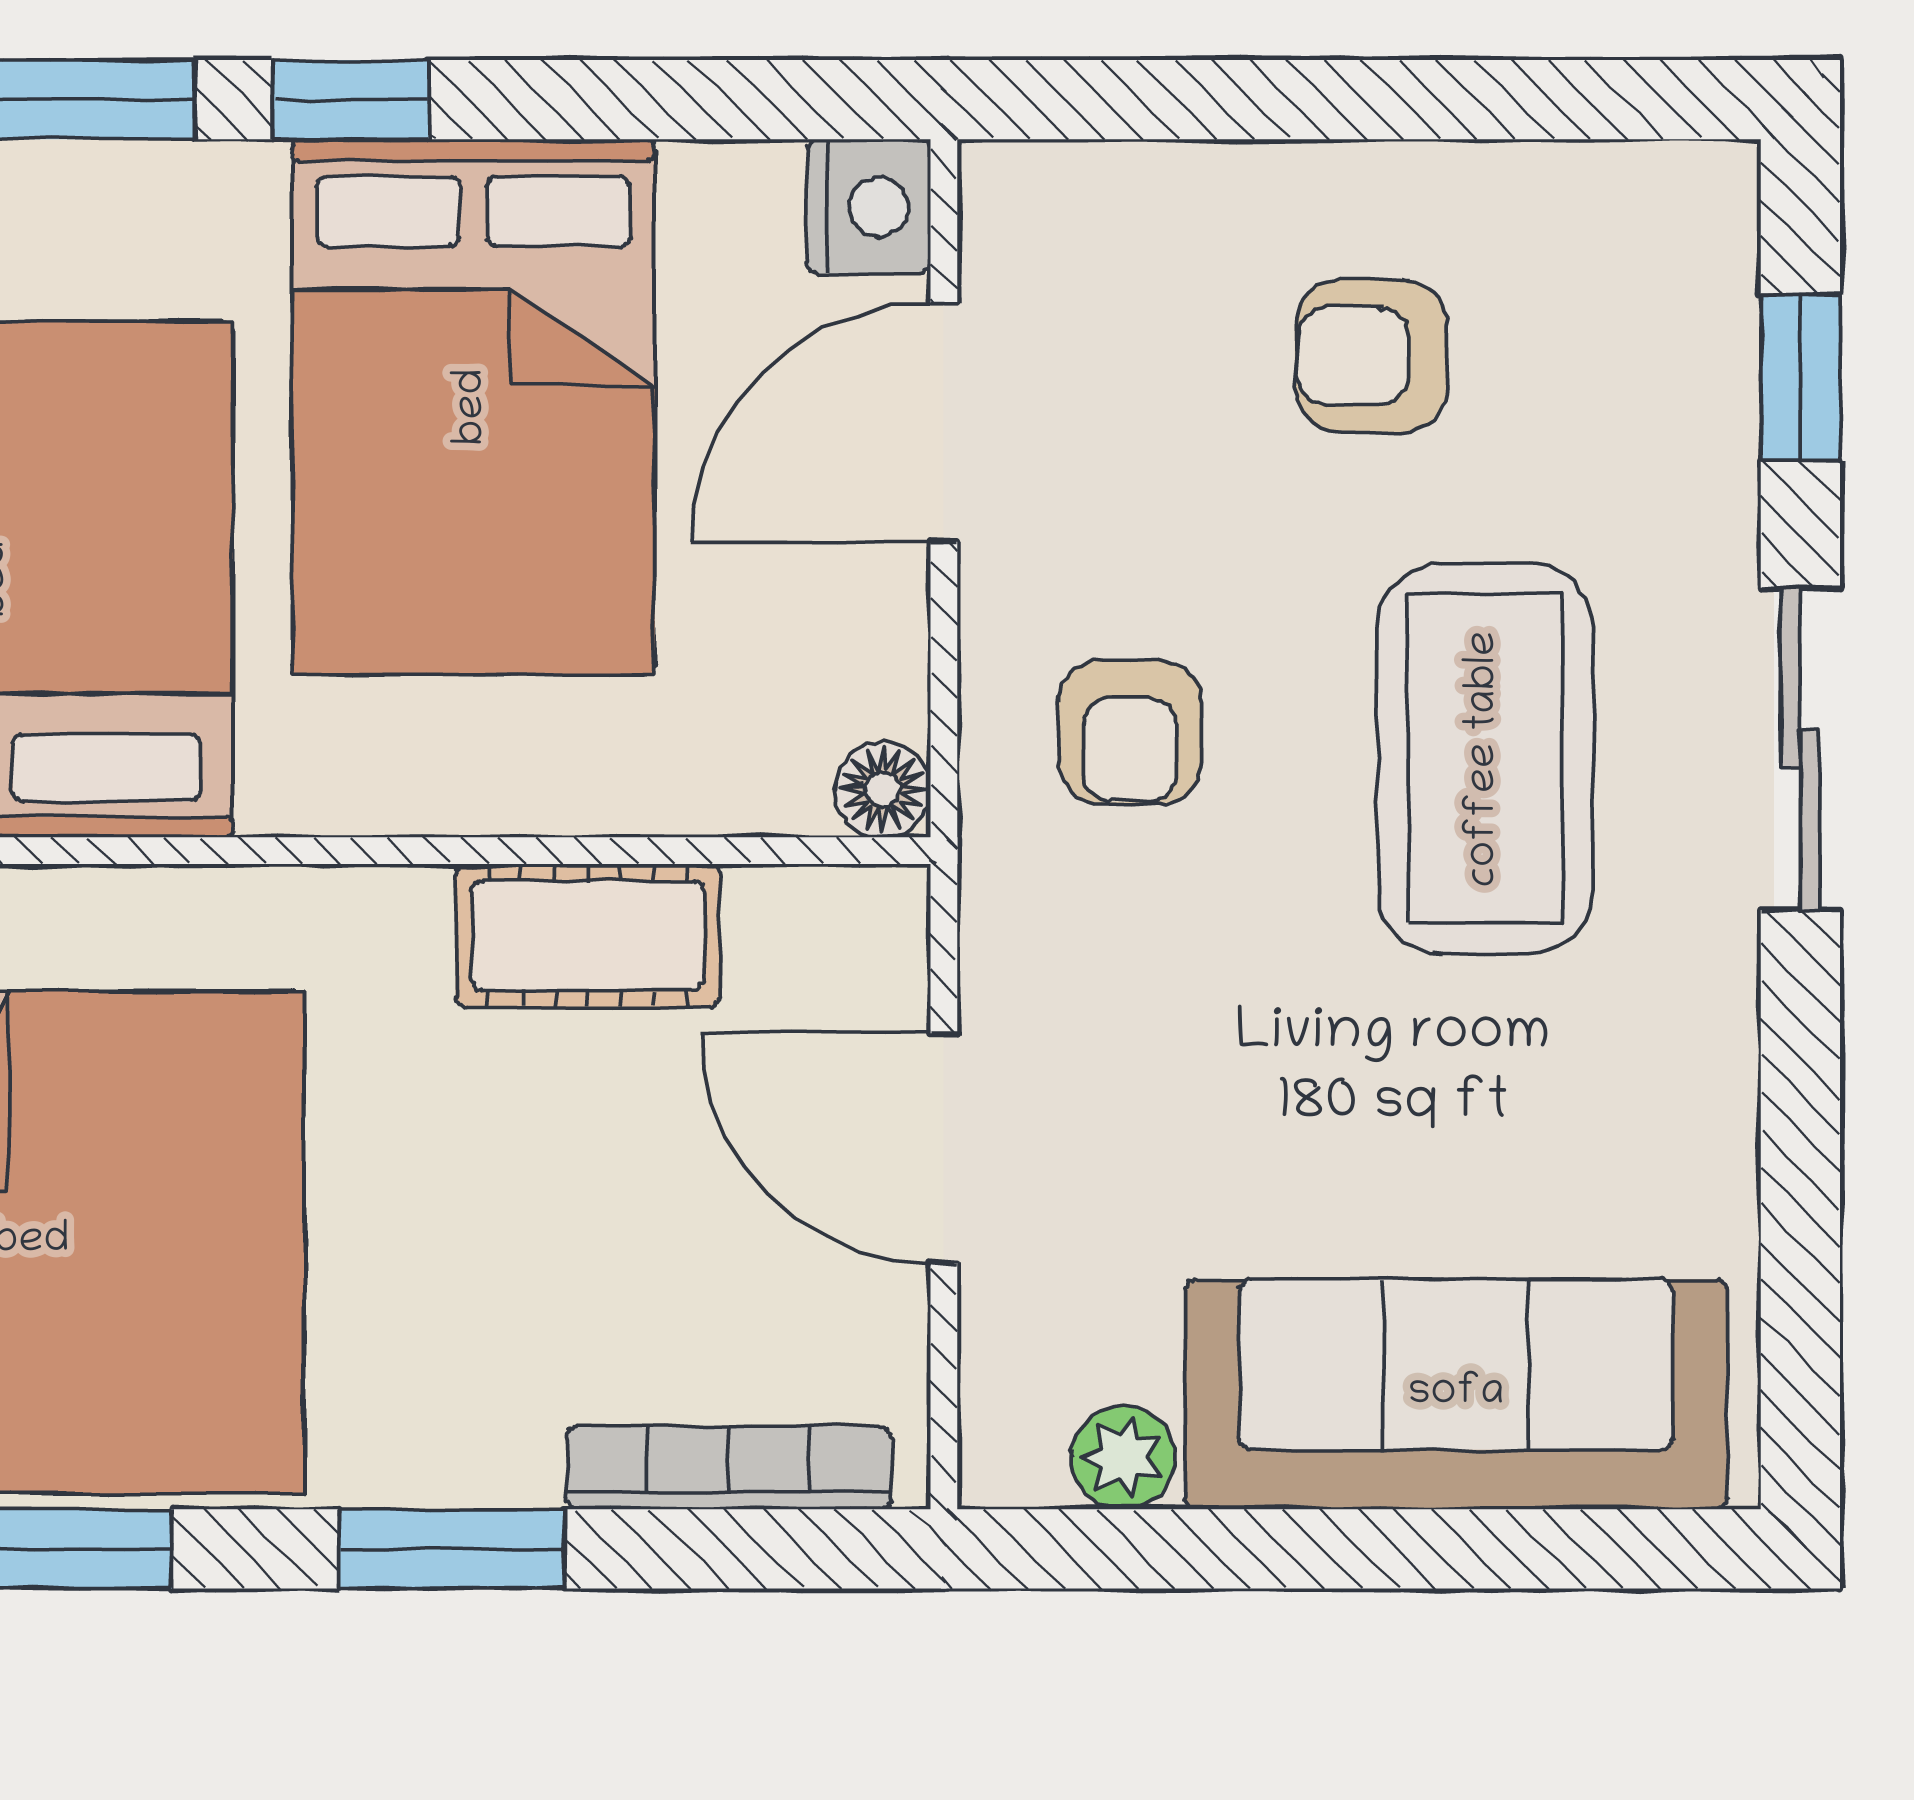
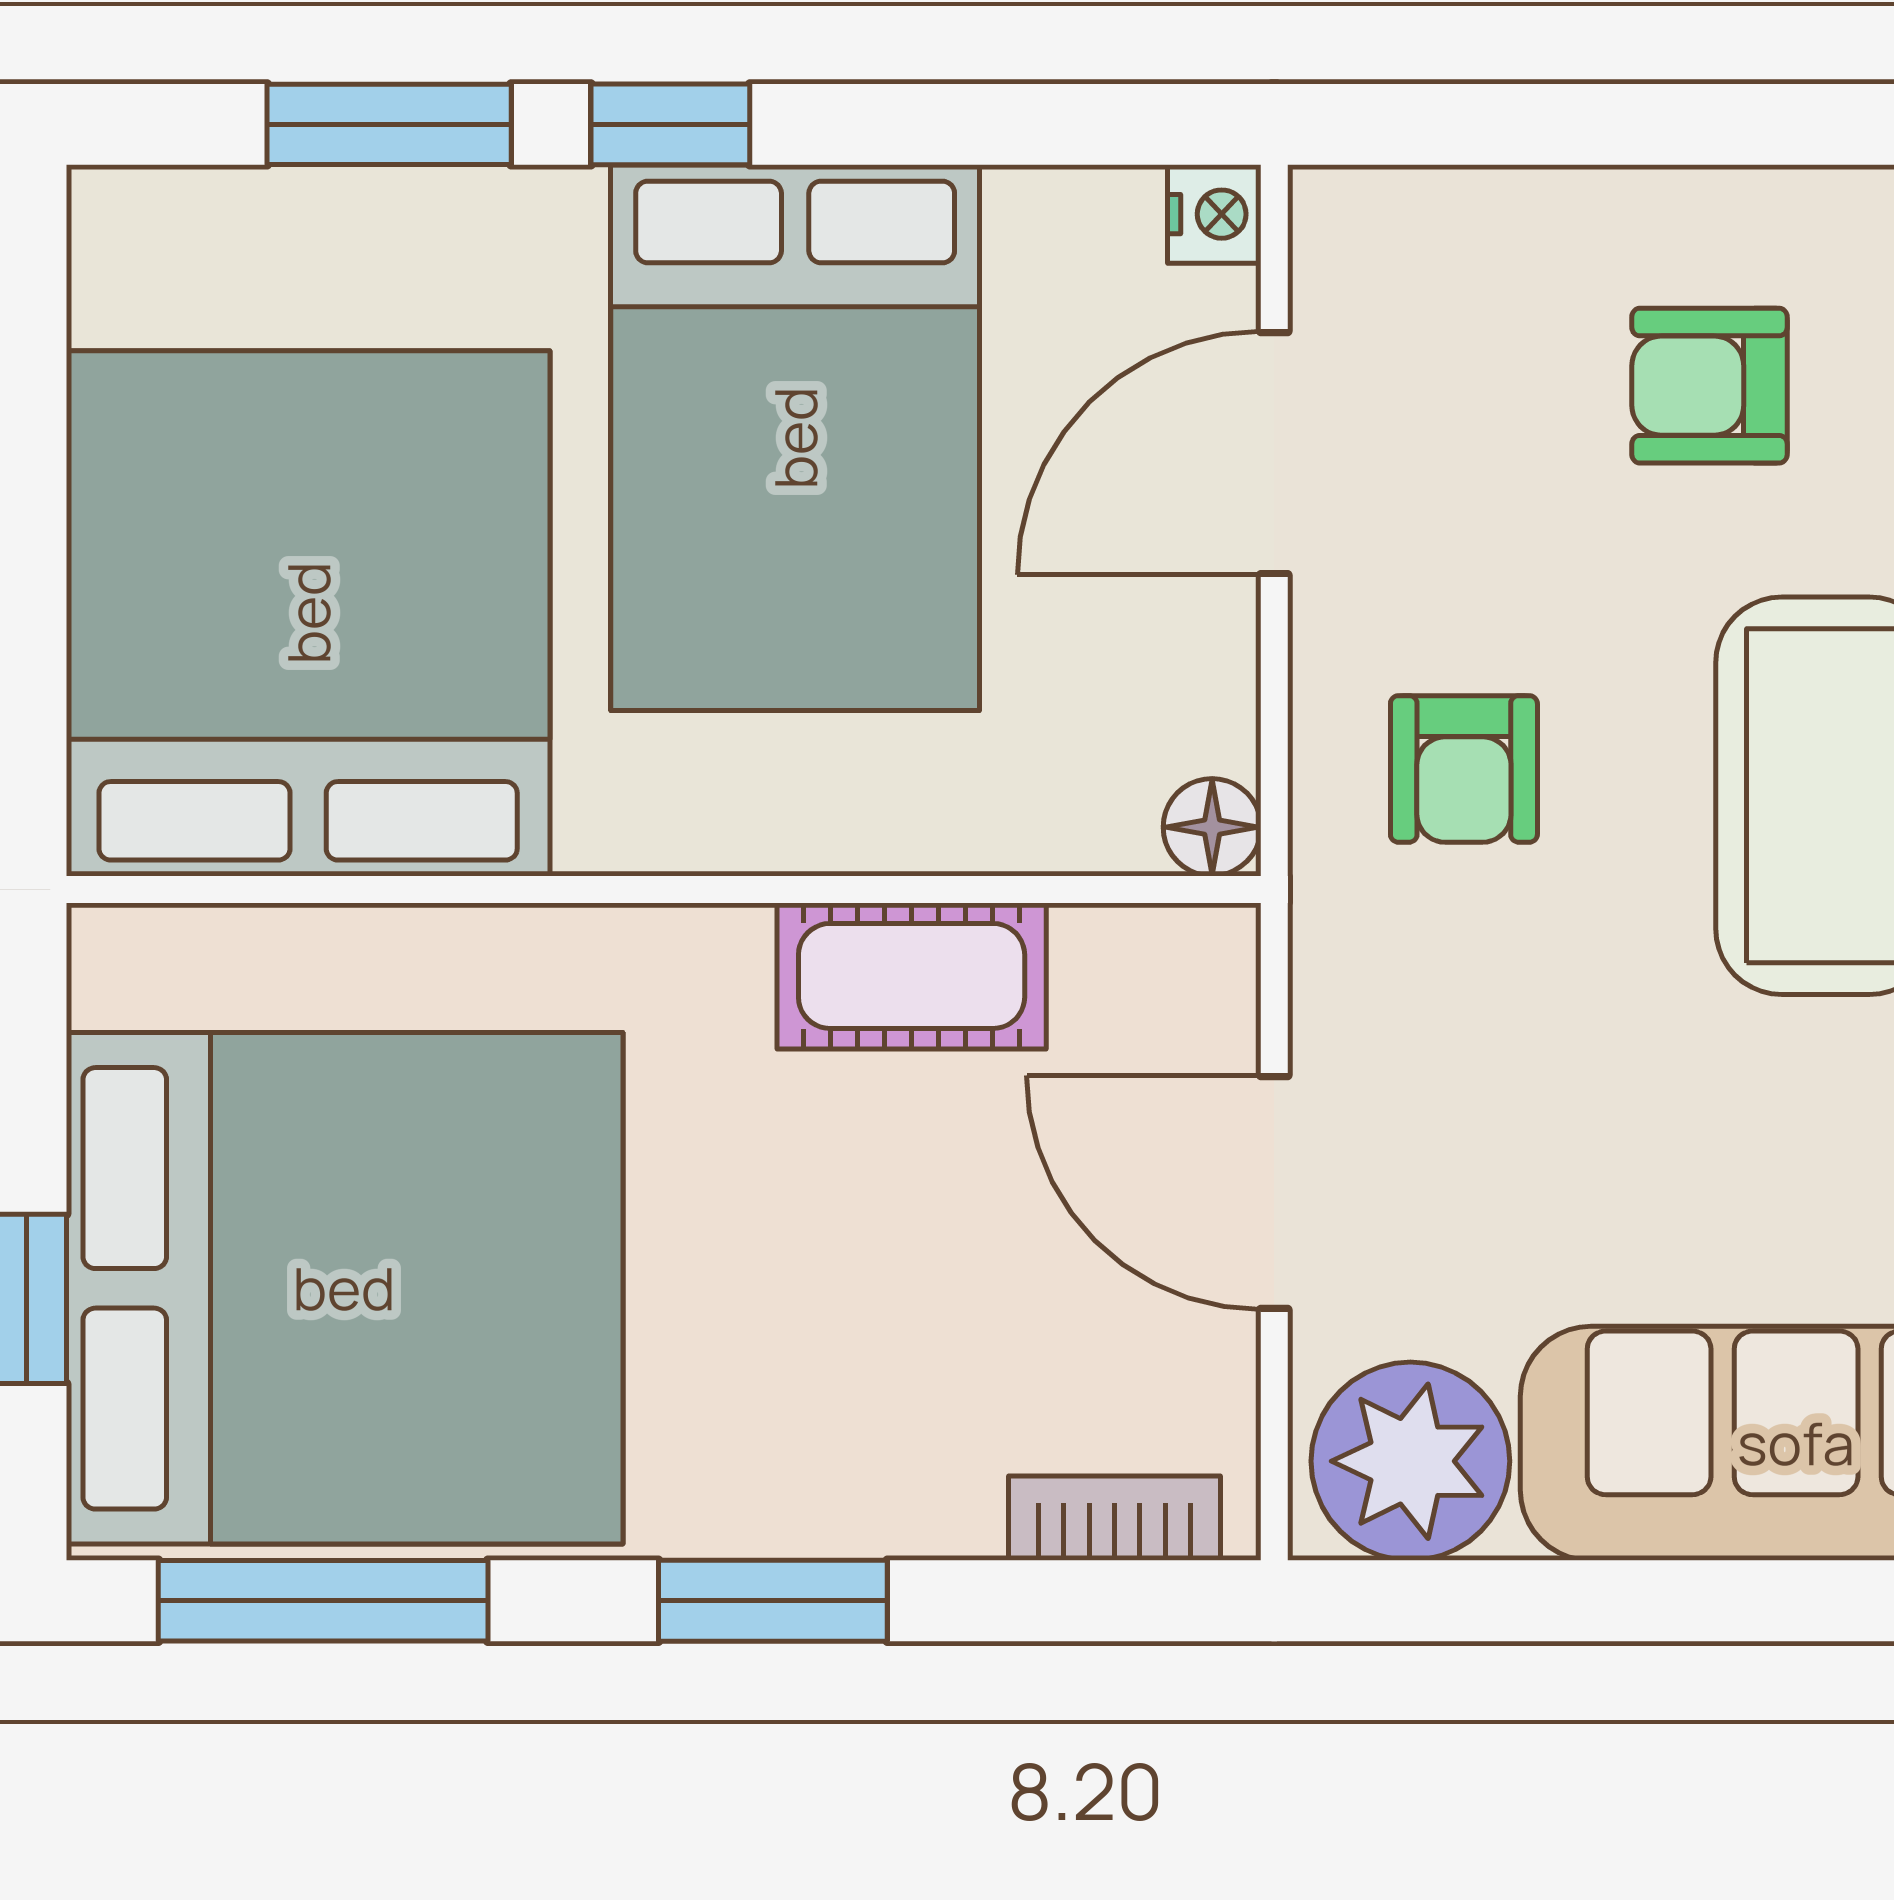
nightstand: (869, 206) -> (1214, 214), width x0.72, depth x0.74
plant: (1123, 1457) -> (1410, 1461), width x1.87, depth x1.87
bookcase: (729, 1468) -> (1115, 1518), width x0.64

